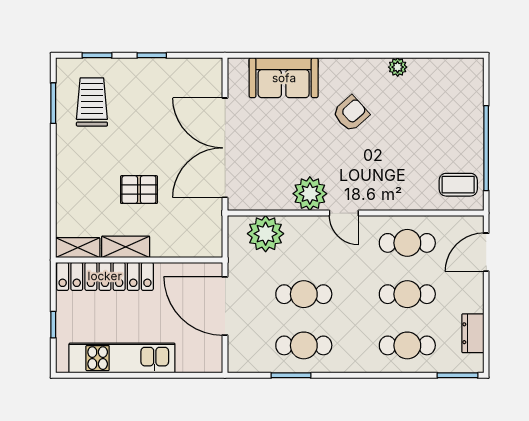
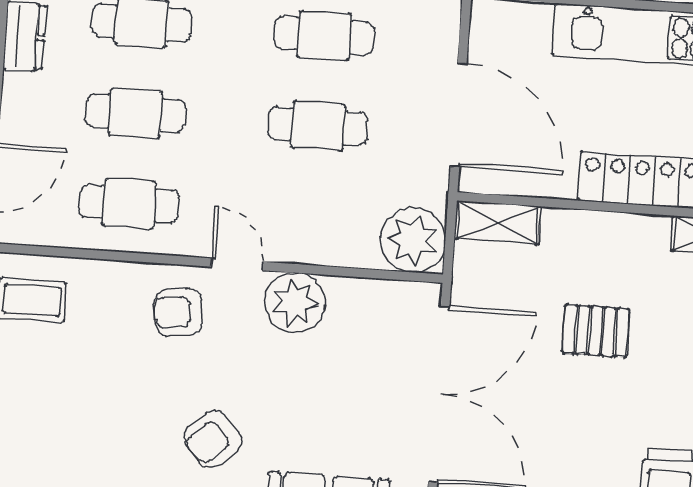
armchair: (375, 184) -> (178, 312), added
plant: (266, 234) -> (413, 240), moved
shelving: (126, 247) -> (498, 222), moved

